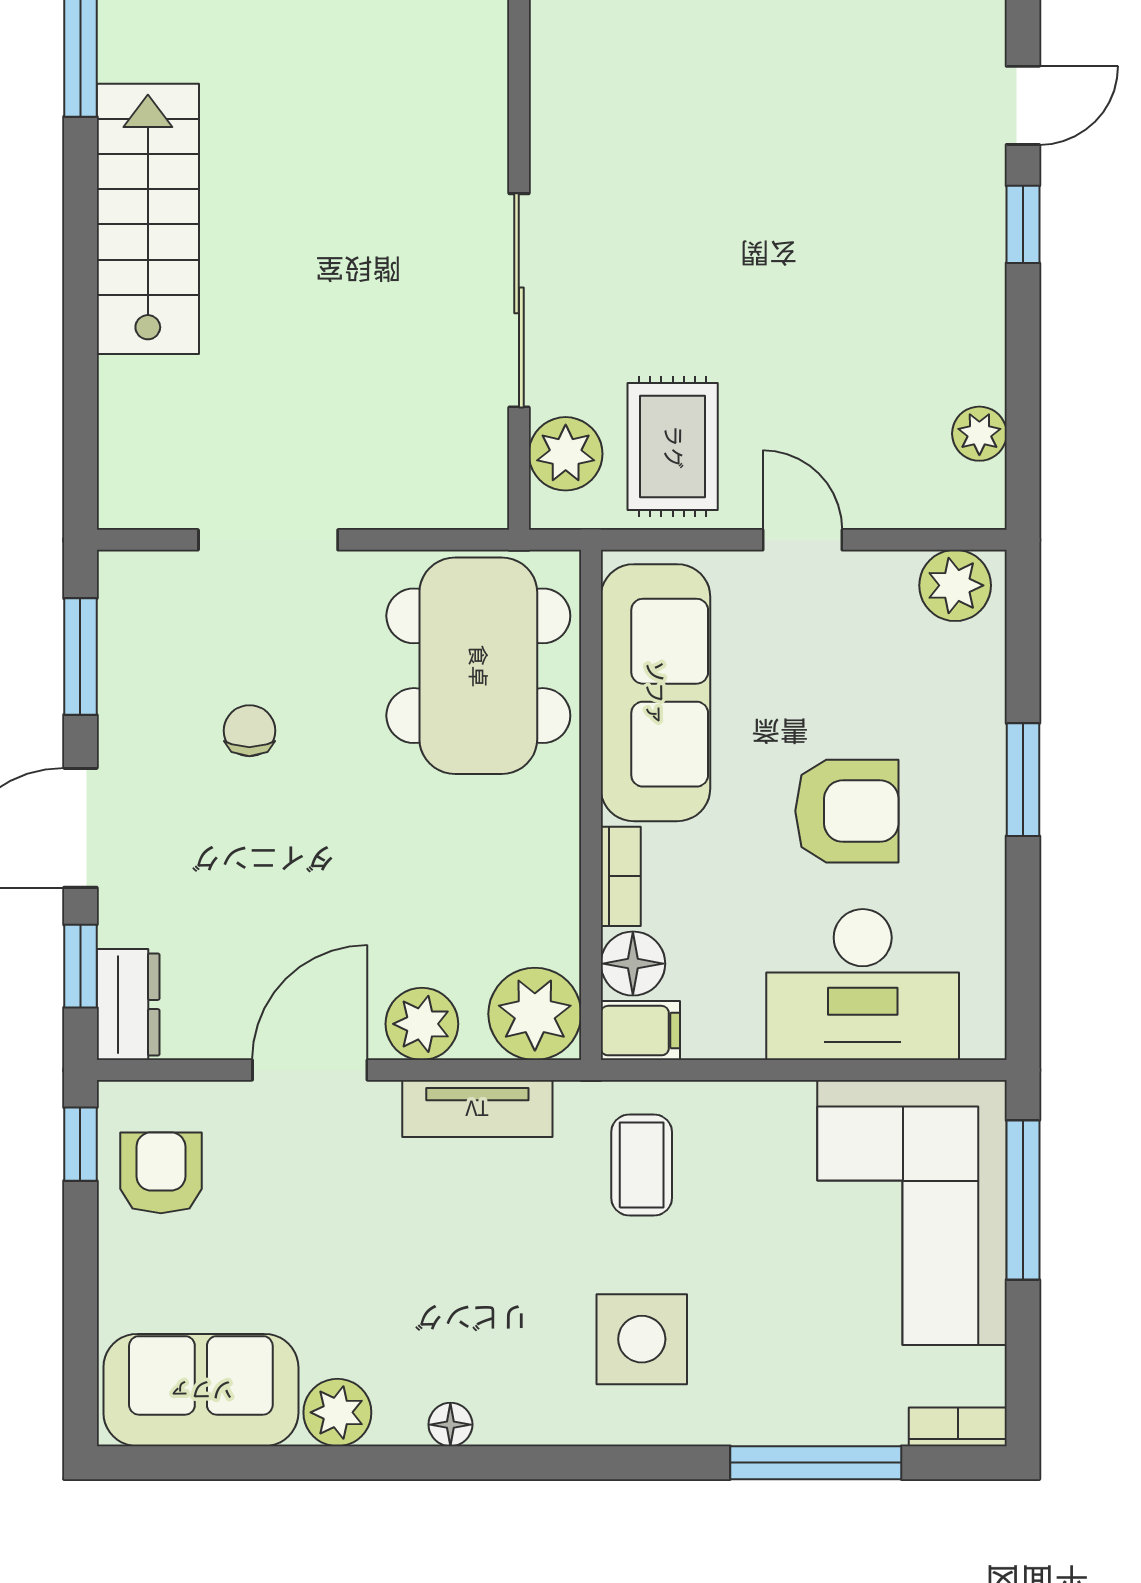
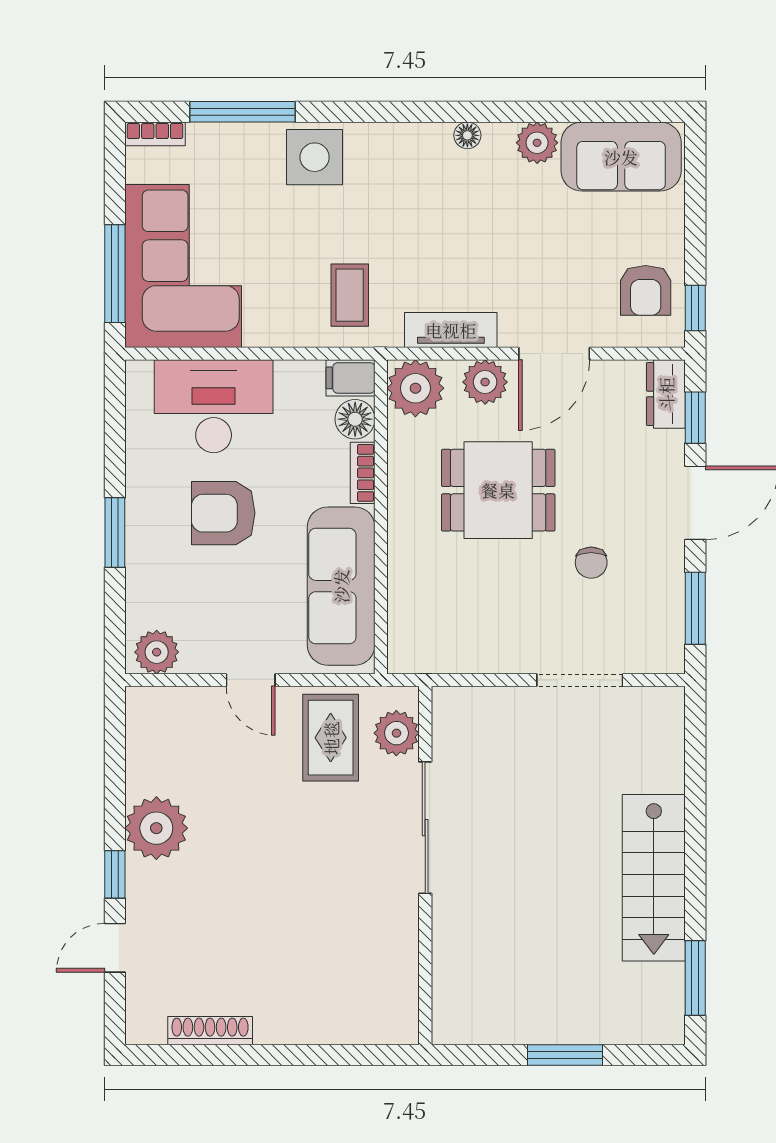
plant: (979, 434) -> (156, 828), moved, width x1.87, depth x1.87
dining table: (478, 666) -> (498, 490), moved, width x0.73
side table: (642, 1339) -> (315, 157), moved

